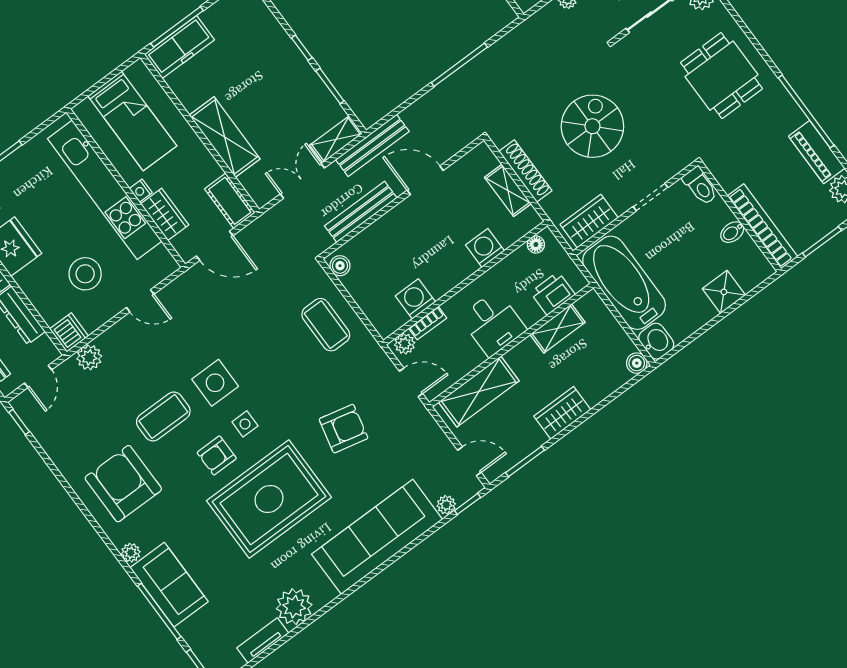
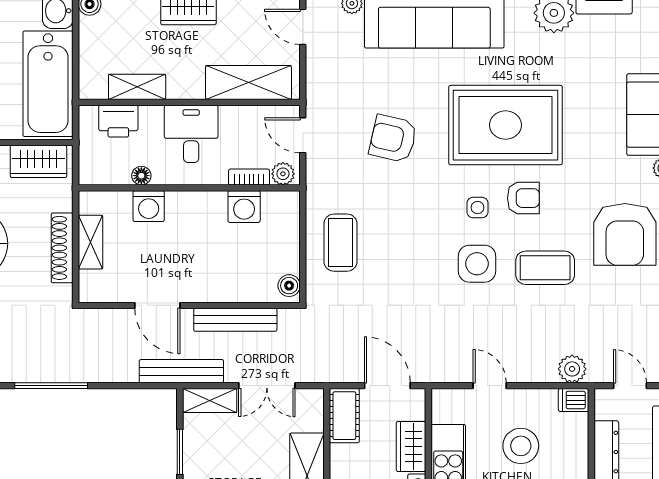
floor lamp: (536, 244) -> (141, 176), moved
dishwasher: (69, 332) -> (574, 400), width x0.73
door: (38, 376) -> (630, 386), hinge flipped

